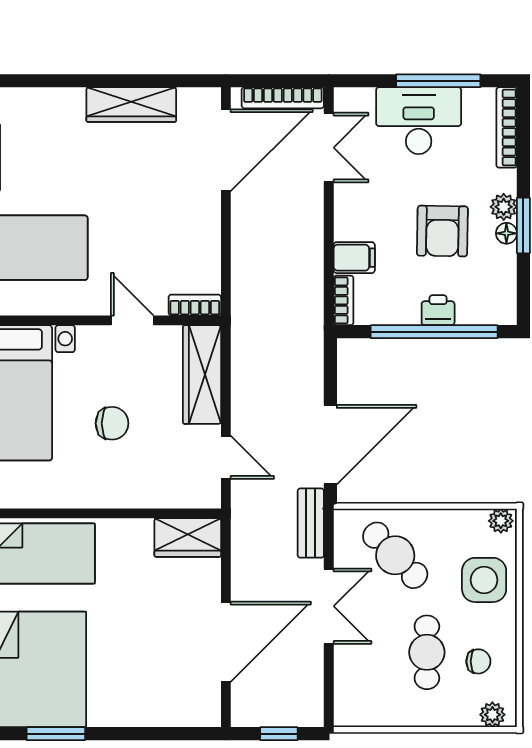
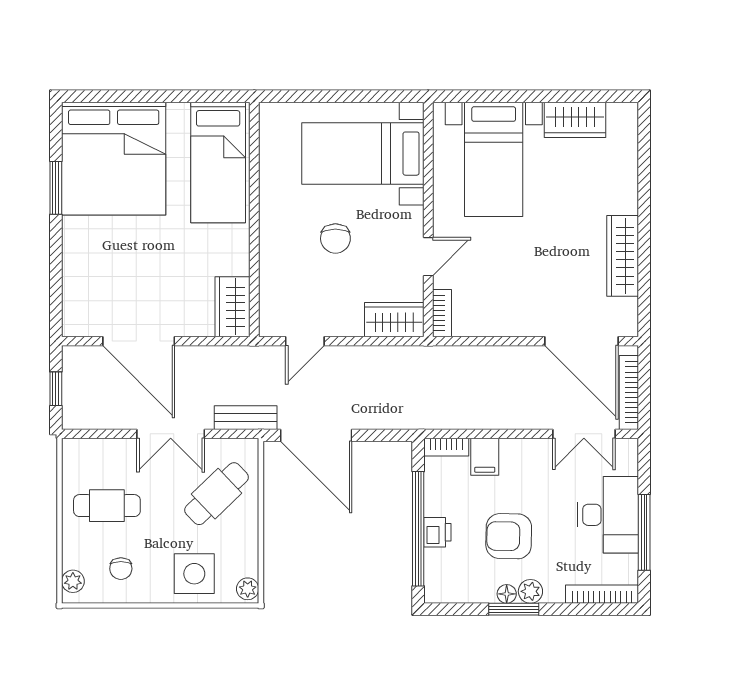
wardrobe: (202, 375) -> (394, 320), width x0.67
cafe table: (427, 652) -> (107, 506), moved

